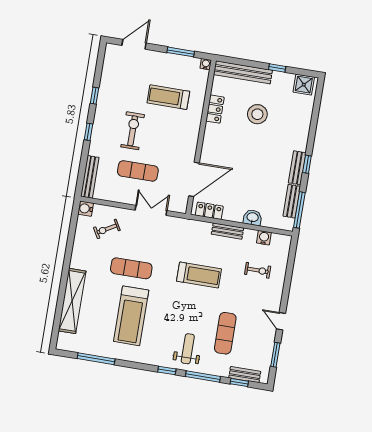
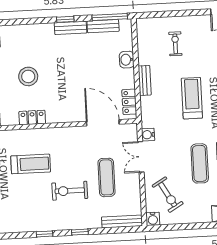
treadmill: (168, 97) -> (31, 164), turned -90
exercise bike: (107, 229) -> (168, 195), width x1.38, depth x1.39
water cooler: (264, 238) -> (148, 135), moved

